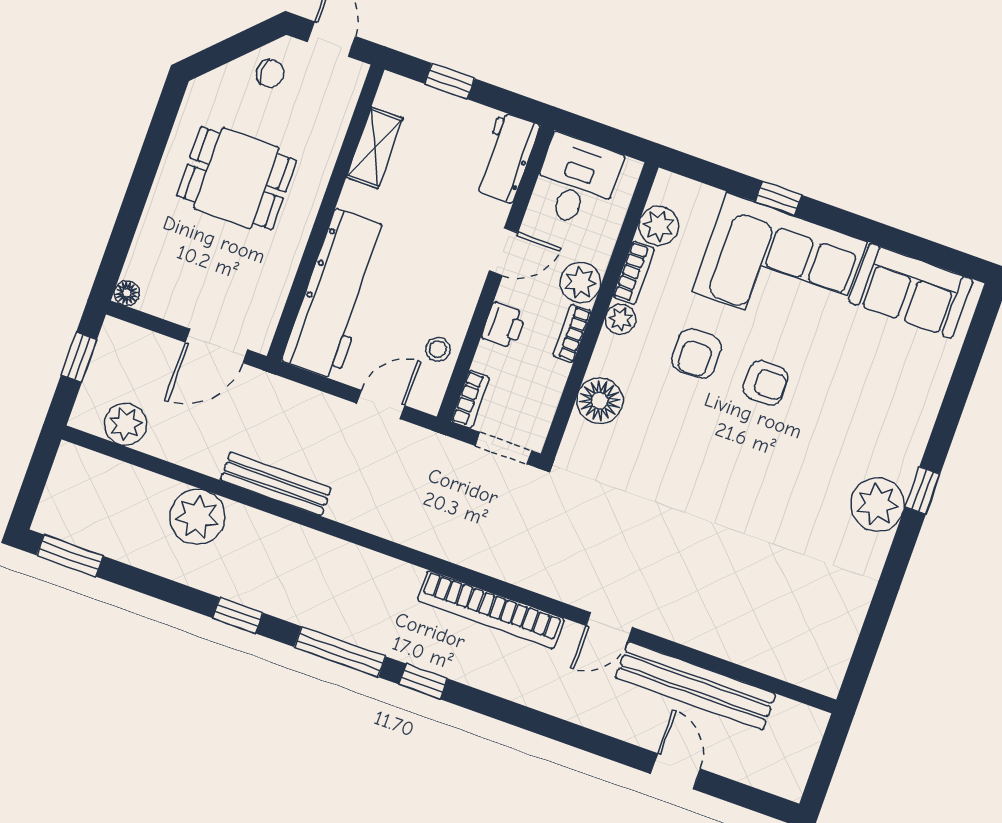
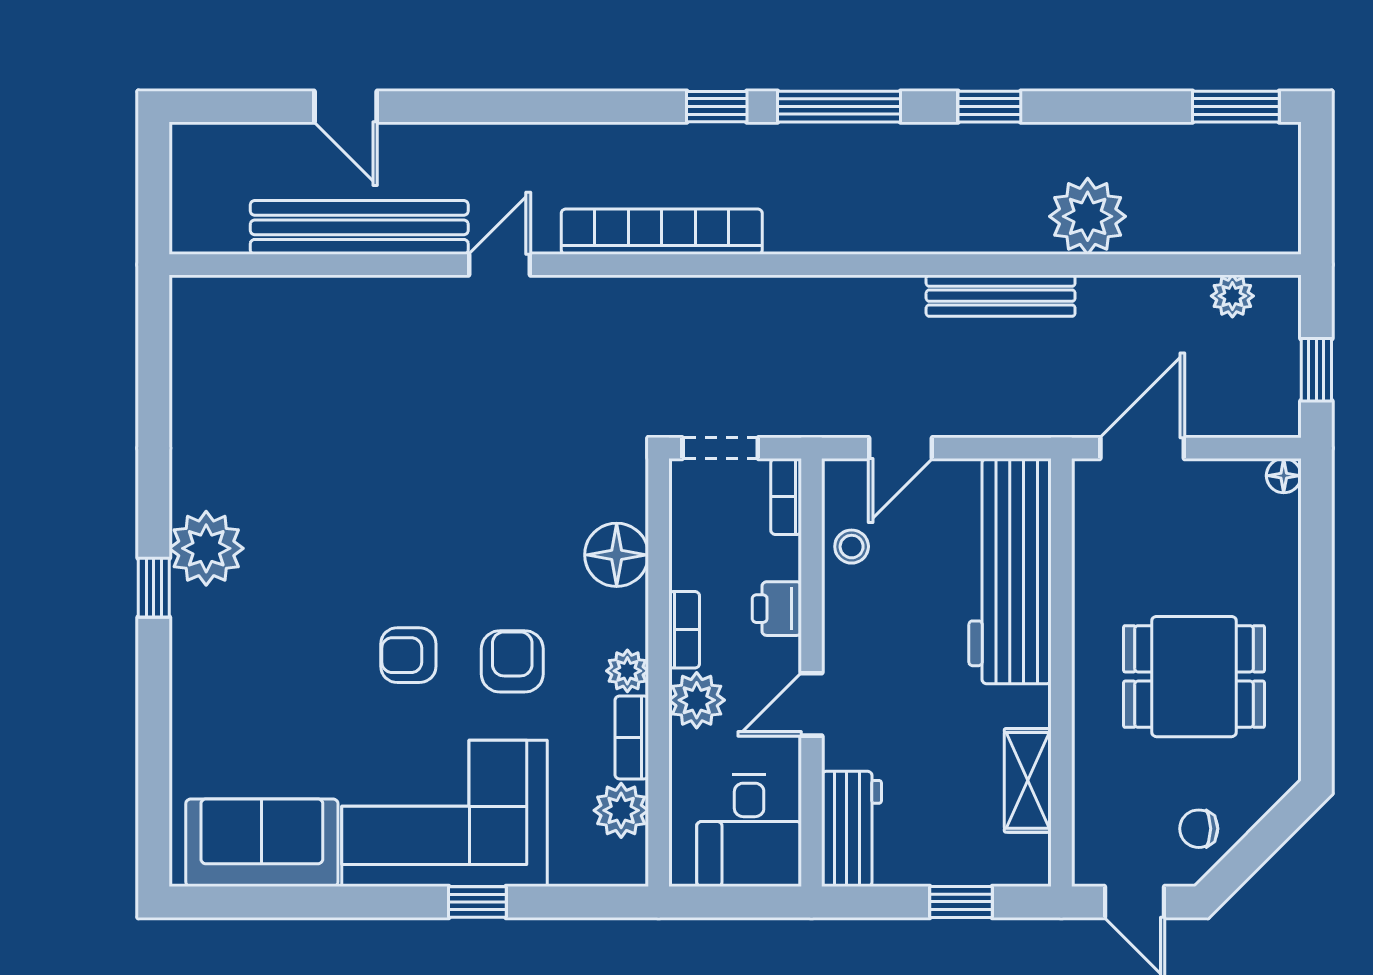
plant: (126, 424) -> (1232, 296), width x0.73, depth x0.73

